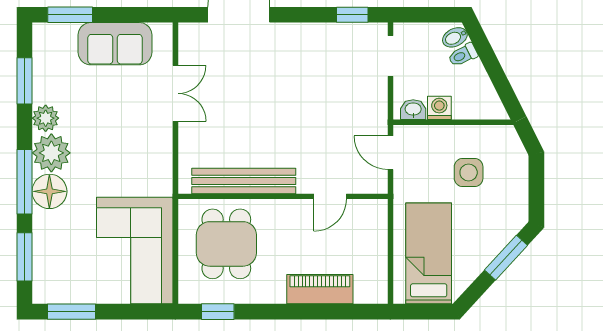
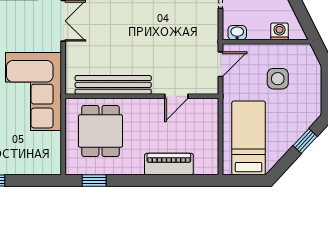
washing machine: (439, 108) -> (280, 31), moved
door: (390, 153) -> (221, 64), swing flipped
corner sofa: (135, 250) -> (33, 92), moved
window: (506, 258) -> (305, 141), width x0.67

